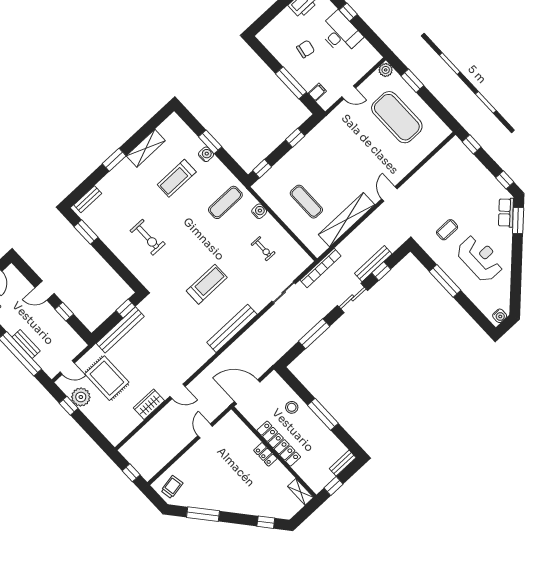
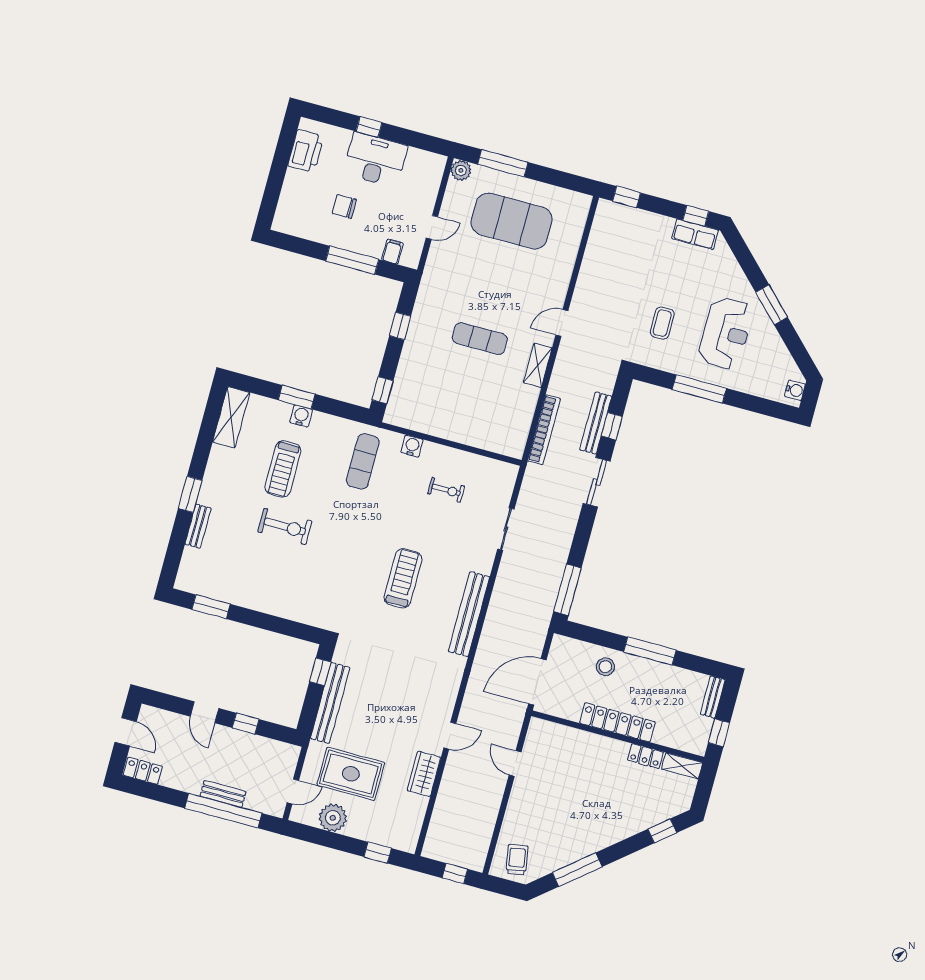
chair: (306, 49) -> (344, 206), turned -101
window: (412, 81) -> (503, 163), width x1.44
shelving: (146, 148) -> (231, 417), moved
door: (389, 194) -> (562, 323), hinge flipped
bench: (88, 199) -> (198, 526), moved
exercise mat: (306, 202) -> (480, 338), moved
row of seats: (506, 213) -> (695, 234), moved, turned -45
shelving: (347, 220) -> (538, 365), width x0.45, depth x0.75
window: (518, 220) -> (772, 305), moved
exercise bike: (148, 237) -> (285, 526), moved
reception desk: (480, 258) -> (726, 333), turned 90
bookcase: (321, 268) -> (544, 430), moved
door: (45, 290) -> (205, 712), hinge flipped
window: (314, 334) -> (567, 590), moved
window: (69, 406) -> (378, 853), moved
locker: (265, 454) -> (645, 756), moved

